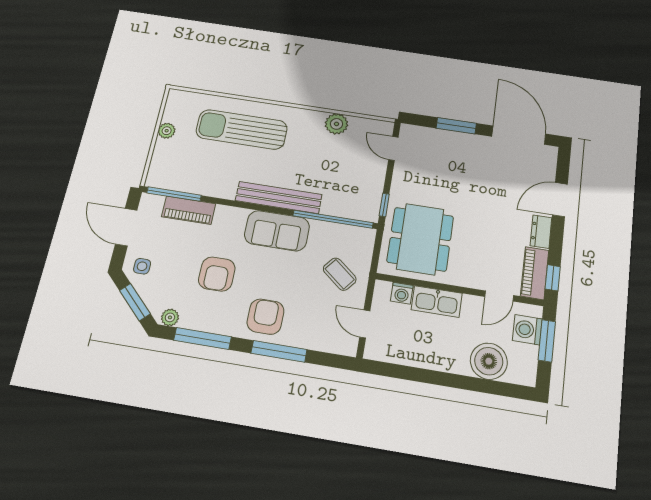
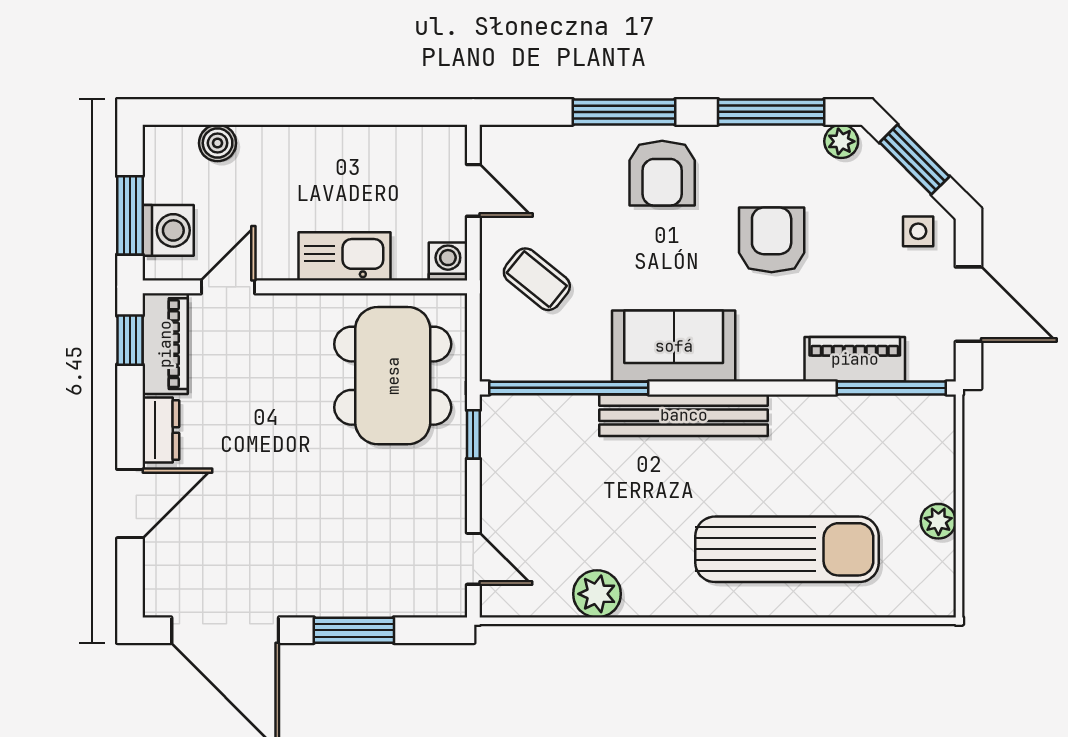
washing machine: (402, 293) -> (448, 261), moved
boiler: (489, 361) -> (218, 143), width x0.54, depth x0.54

